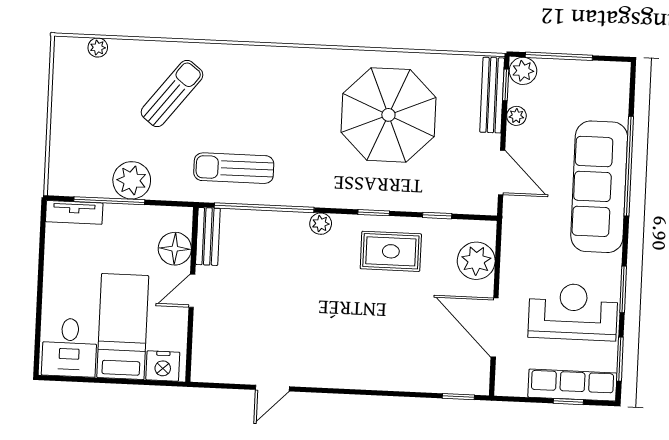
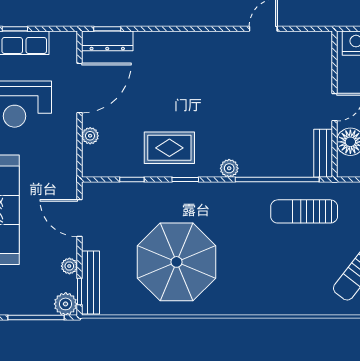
sun lounger: (234, 168) -> (304, 211), turned 180
plant: (476, 261) -> (90, 136), width x0.53, depth x0.53
door: (495, 327) -> (80, 88), hinge flipped
dresser: (459, 382) -> (107, 41), added

